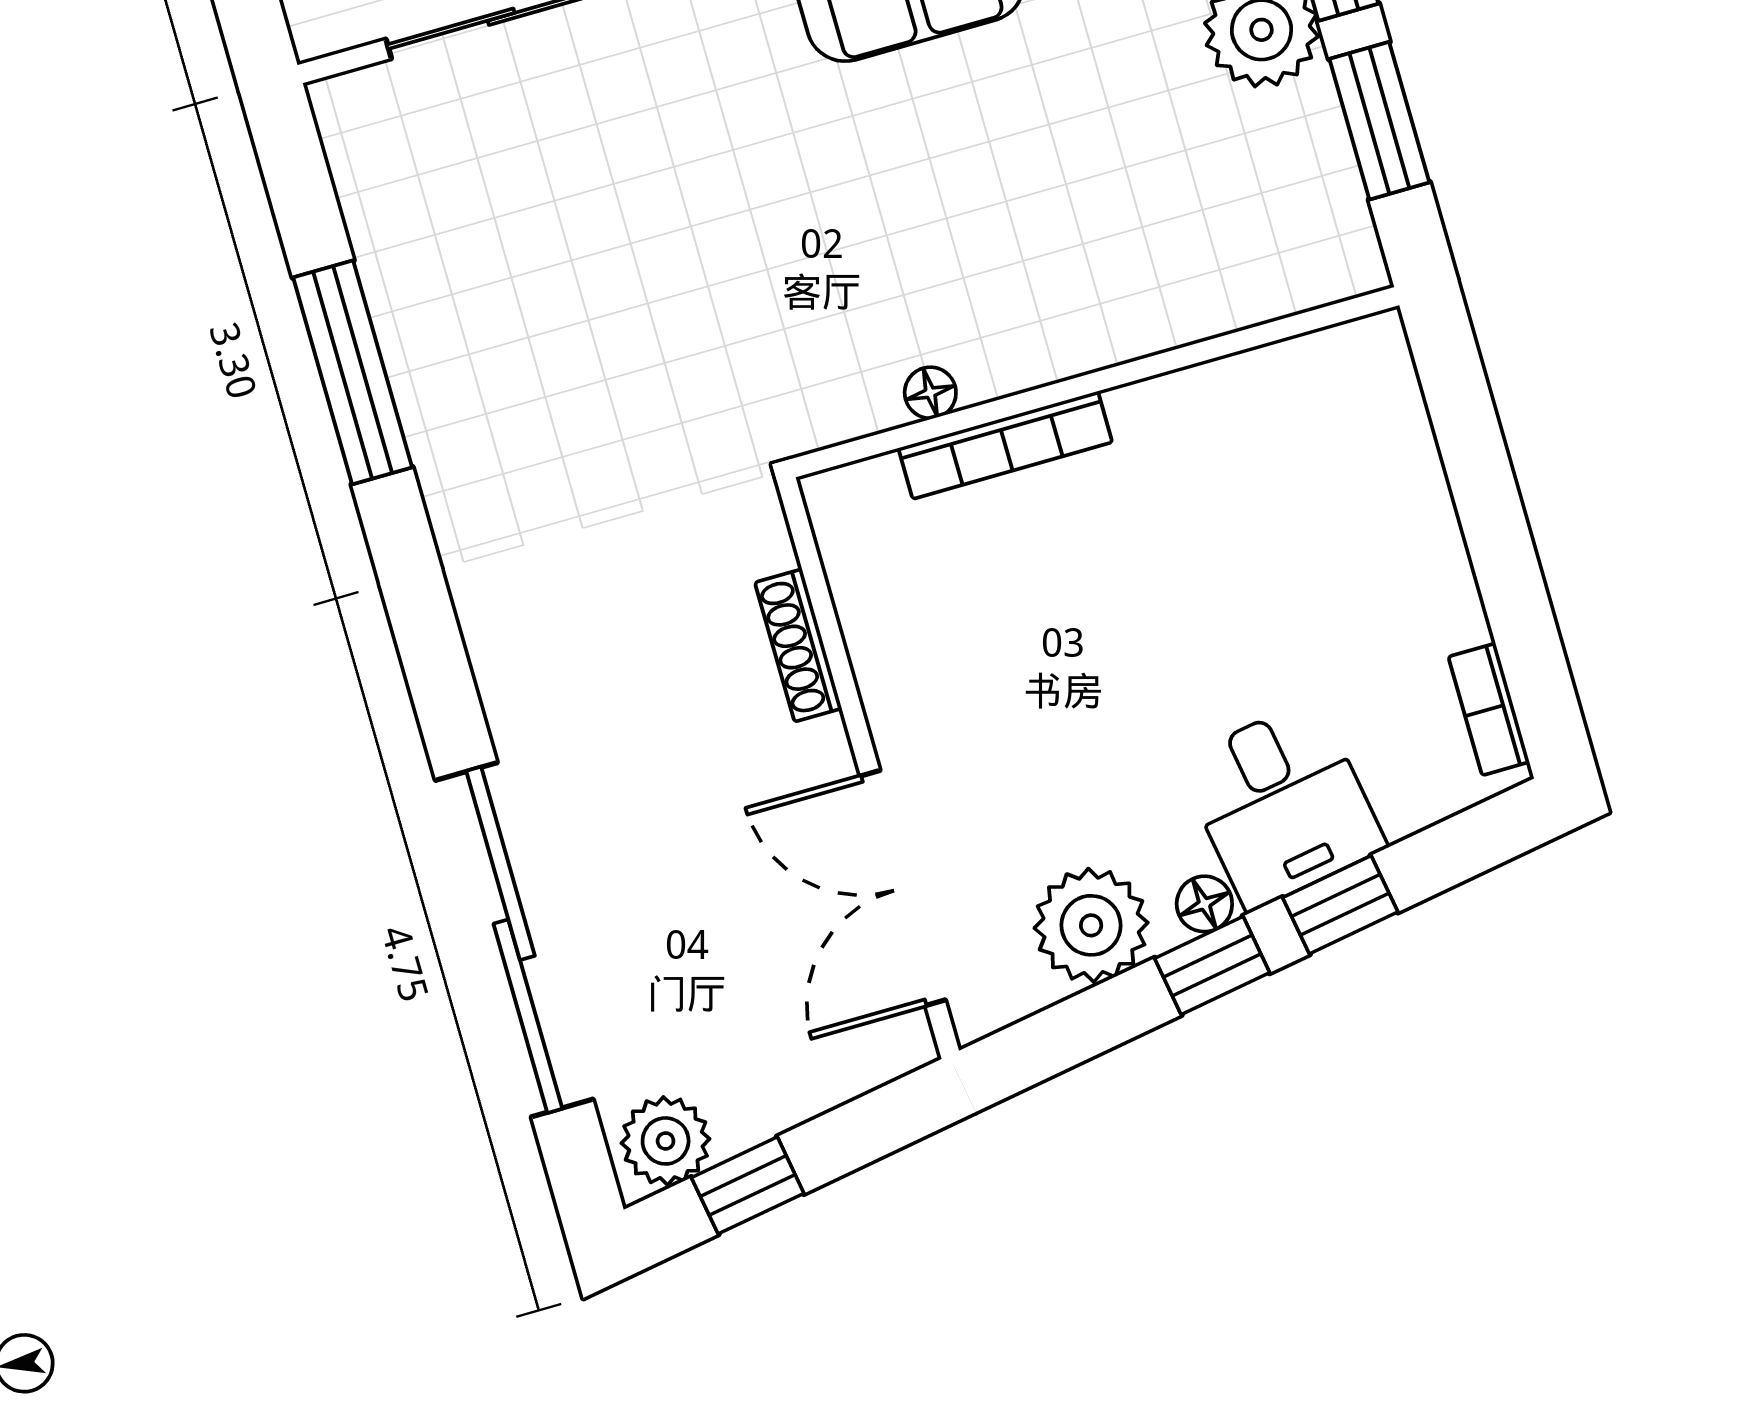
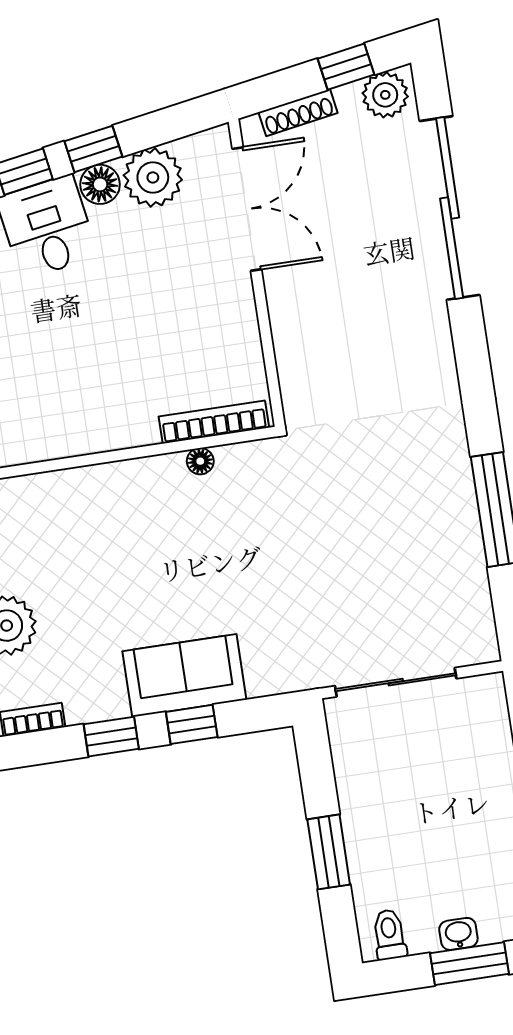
bookcase: (1005, 445) -> (214, 422), moved
shoe rack: (798, 645) -> (298, 113), moved, turned 81
floor lamp: (1204, 904) -> (100, 184), width x1.37, depth x1.37

